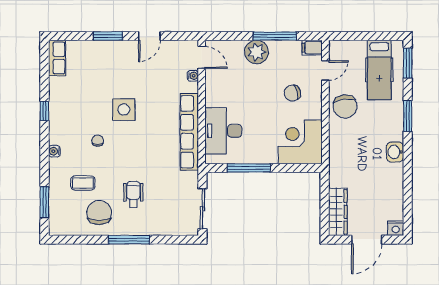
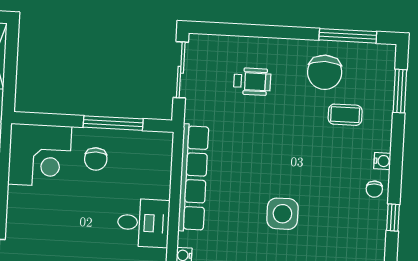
chair: (292, 93) -> (96, 159), moved, turned 105
desk: (223, 131) -> (143, 223), moved, width x0.73
chair: (98, 141) -> (374, 189), moved
wheelchair: (133, 194) -> (252, 82), moved, turned -90
window: (129, 240) -> (348, 36), moved

